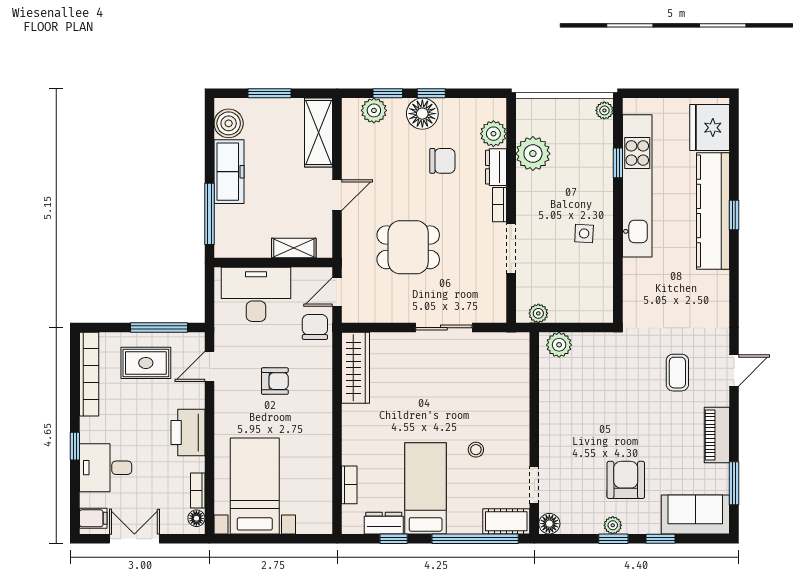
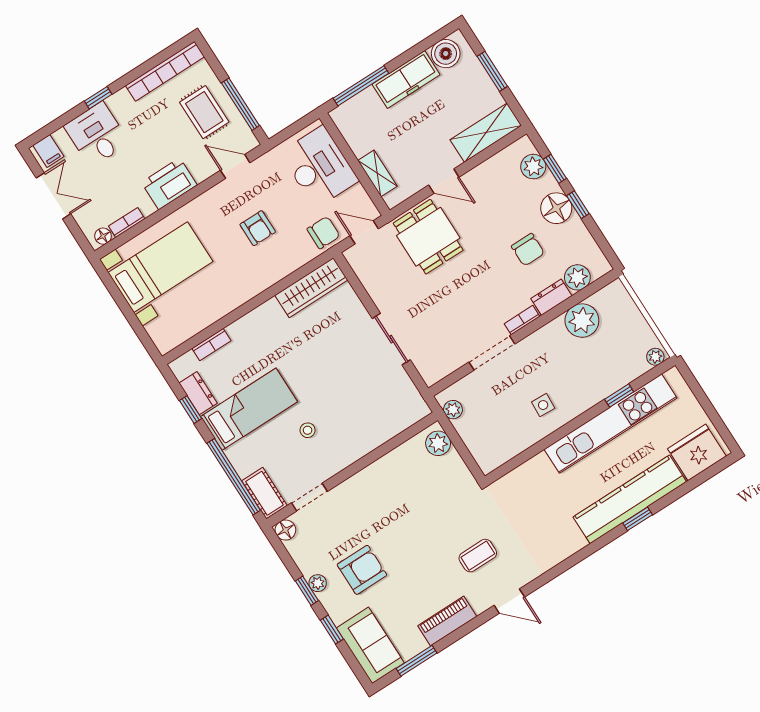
dining table: (408, 247) -> (428, 237), moved

